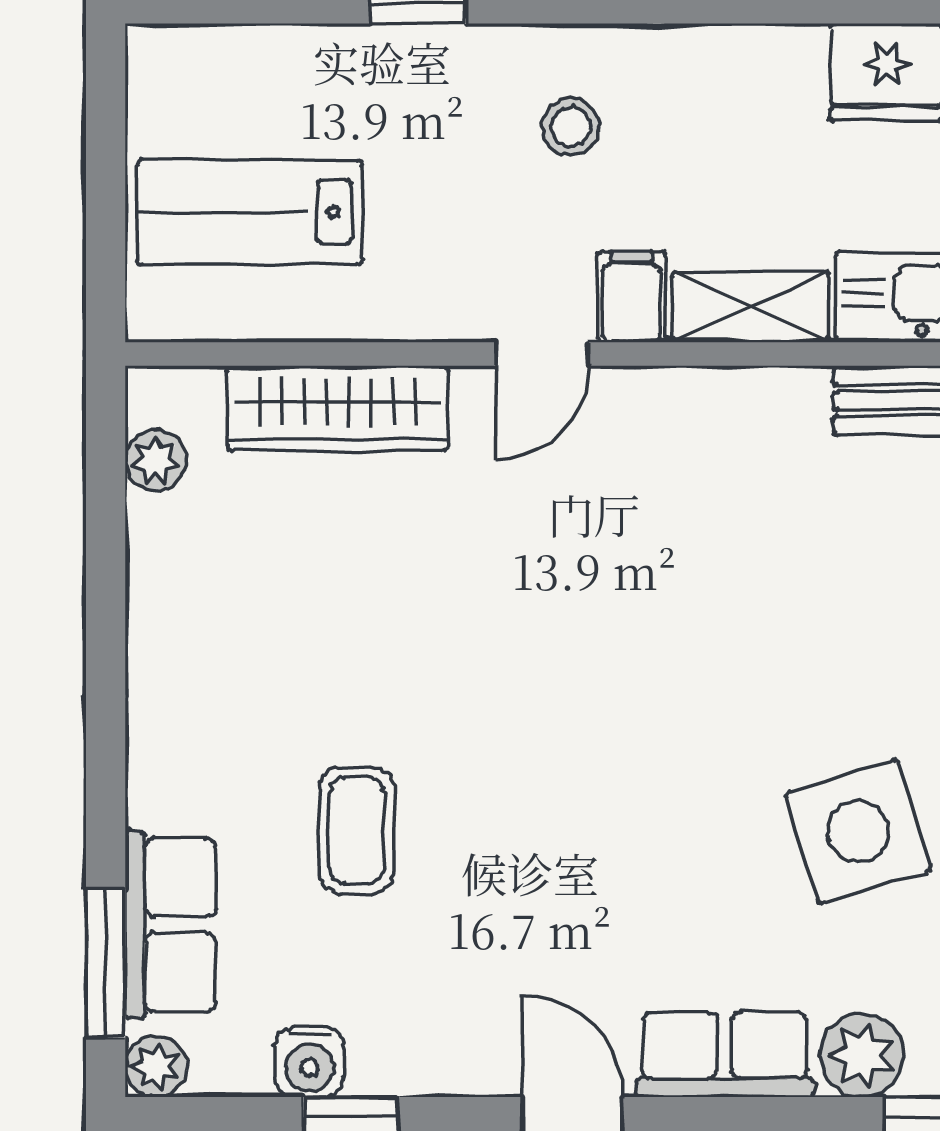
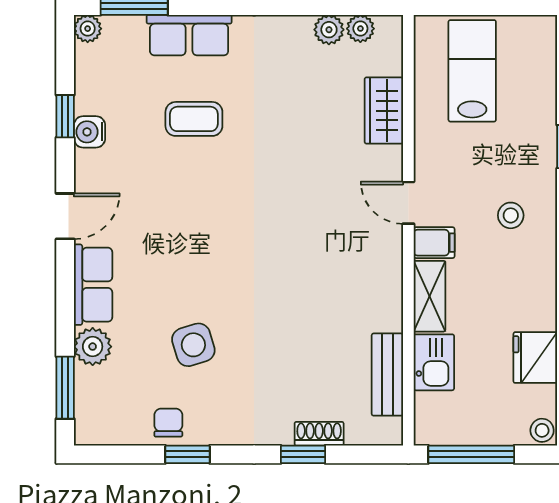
wardrobe: (338, 408) -> (384, 111), width x0.67
plant: (158, 530) -> (329, 30), added
side table: (858, 831) -> (193, 345), width x0.73, depth x0.73
row of seats: (170, 925) -> (189, 35), moved
water cooler: (309, 1062) -> (90, 132), moved

